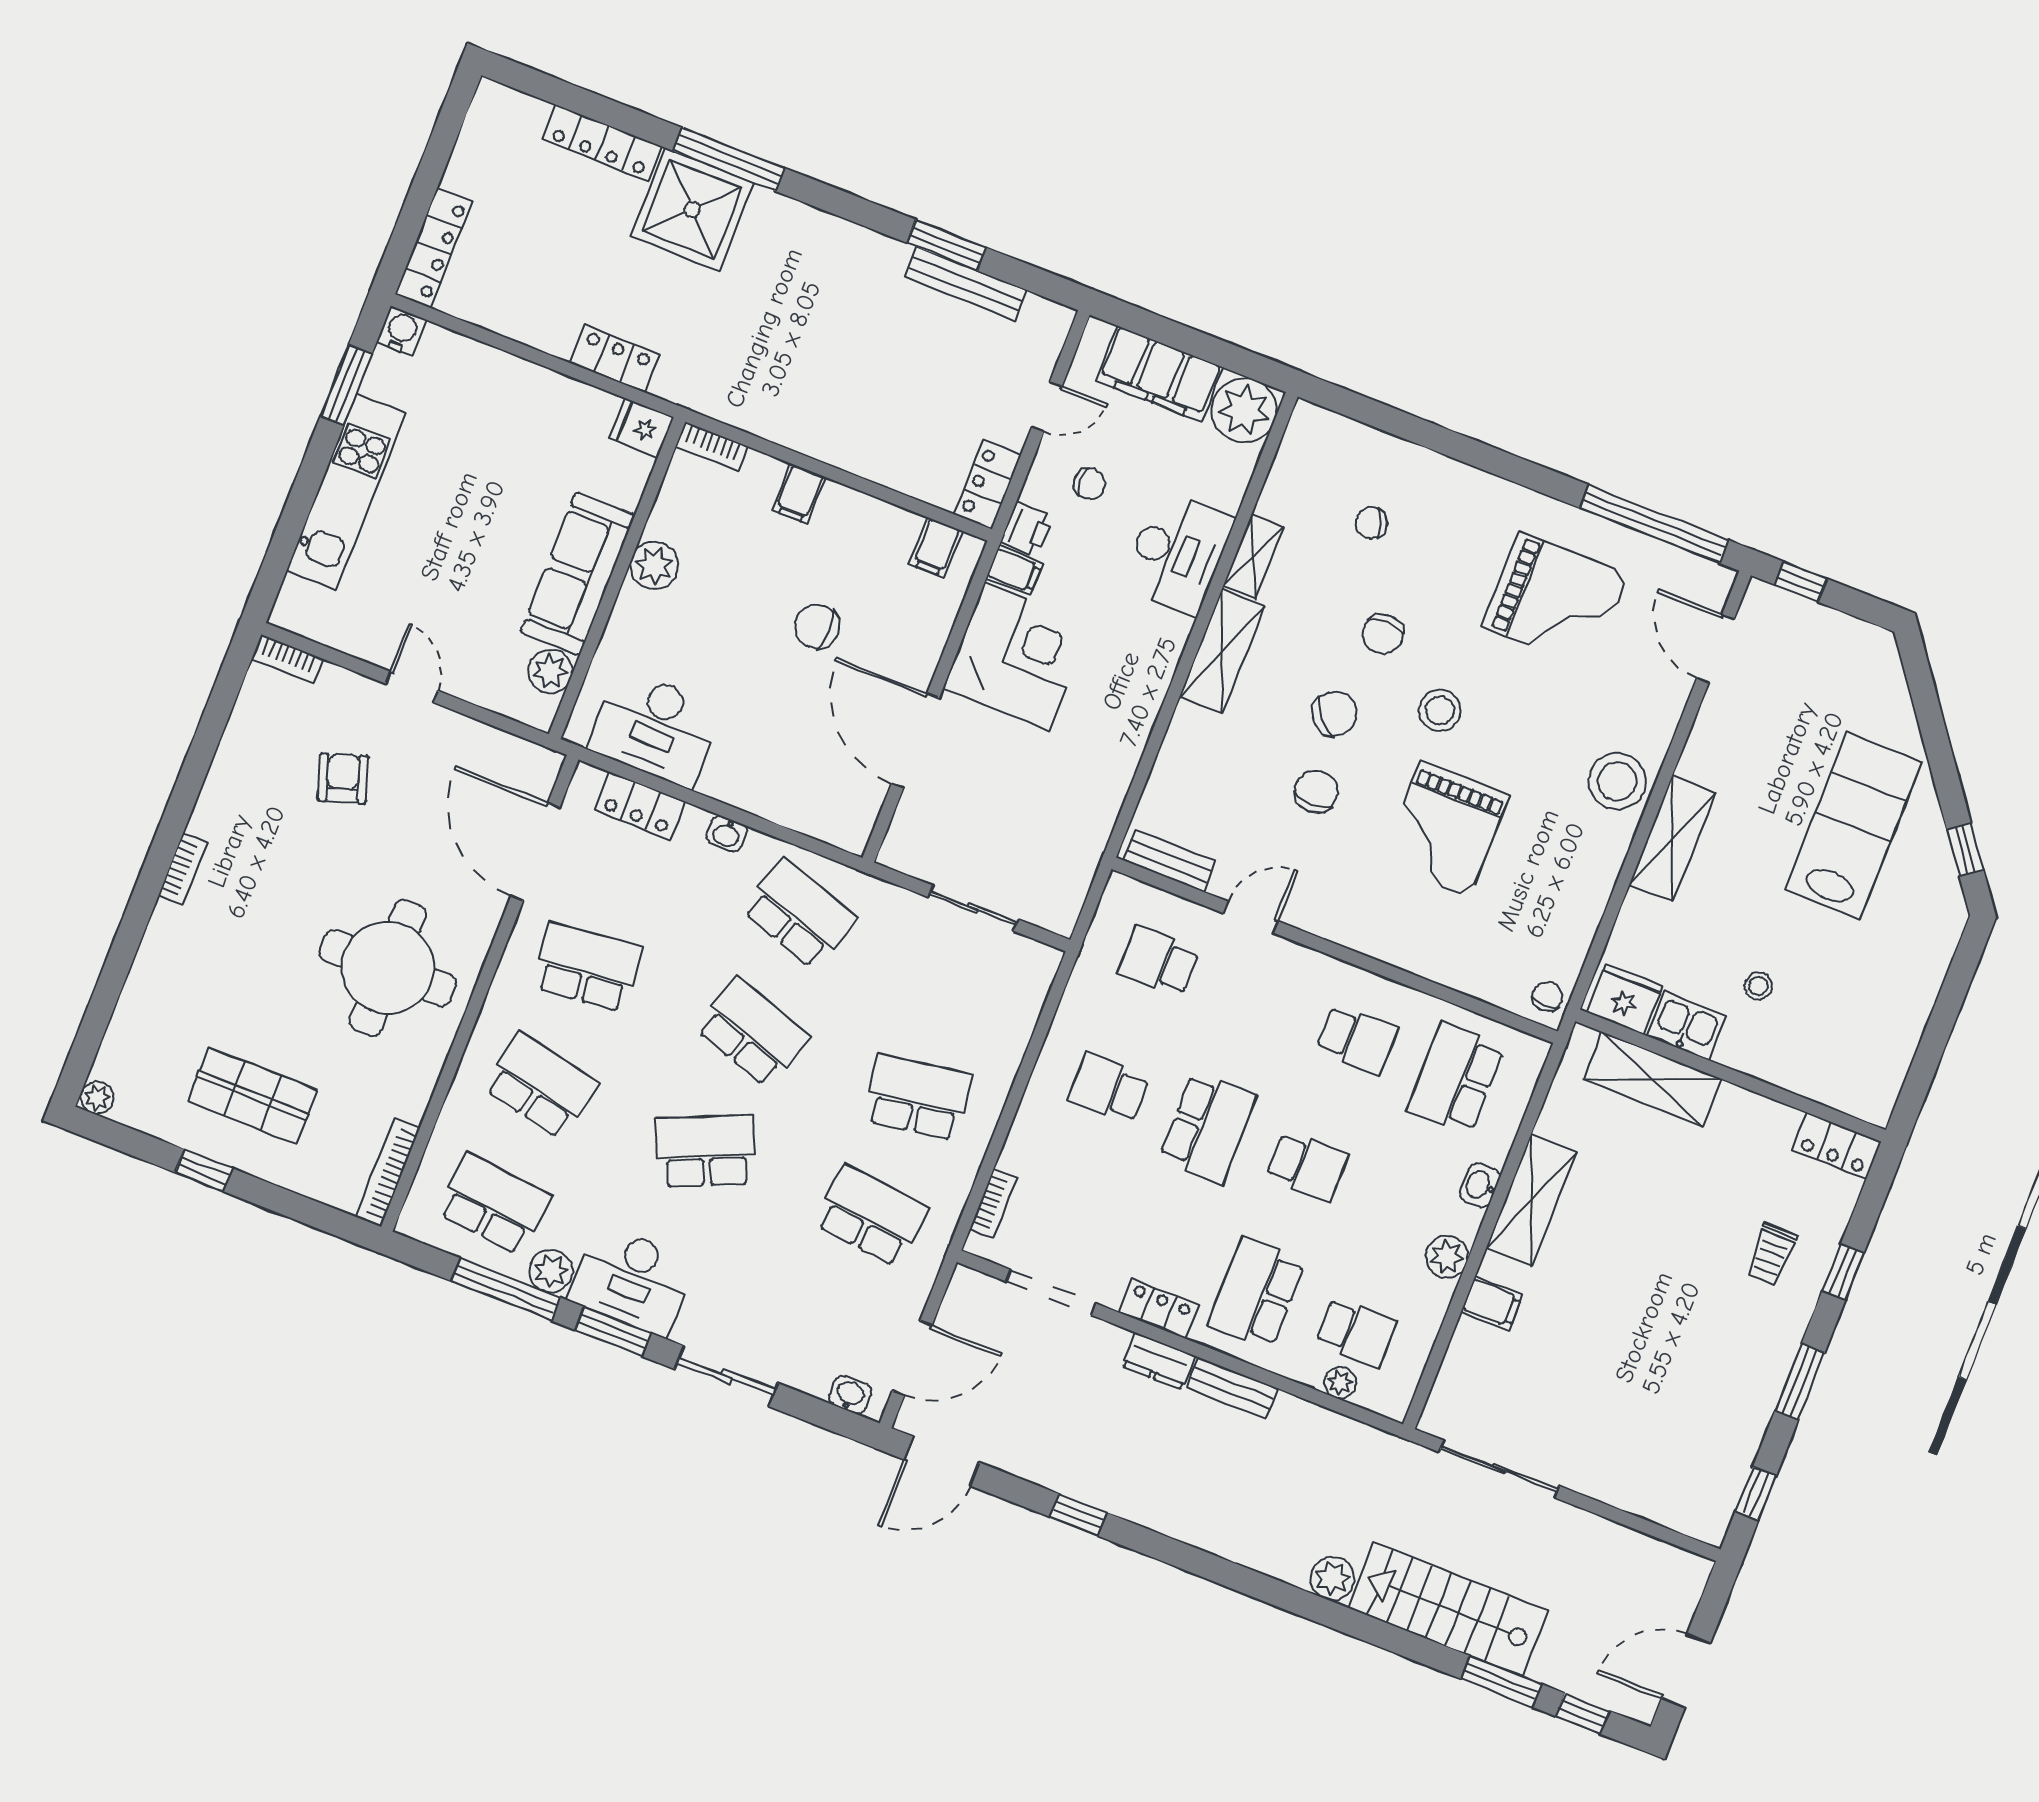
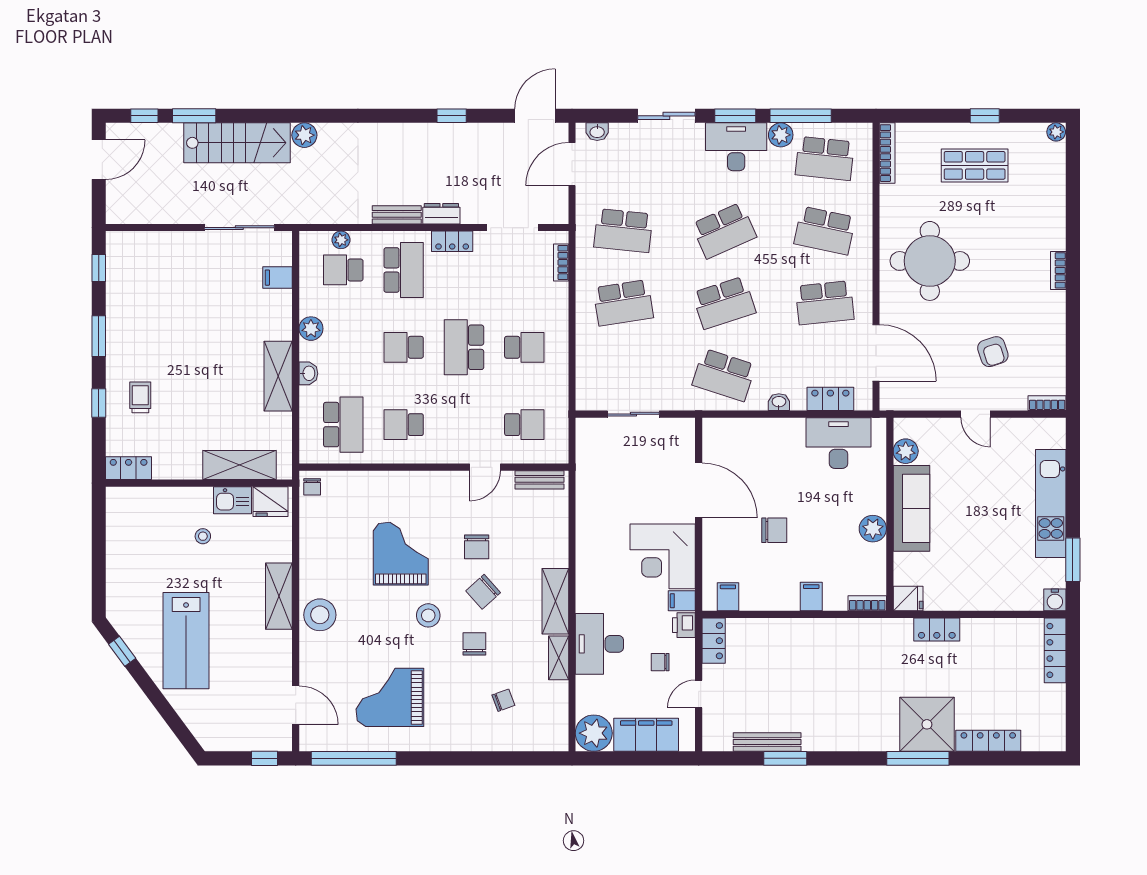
school desk: (752, 1032) -> (724, 303), turned -36
filing cabinet: (1492, 1303) -> (278, 278), moved

